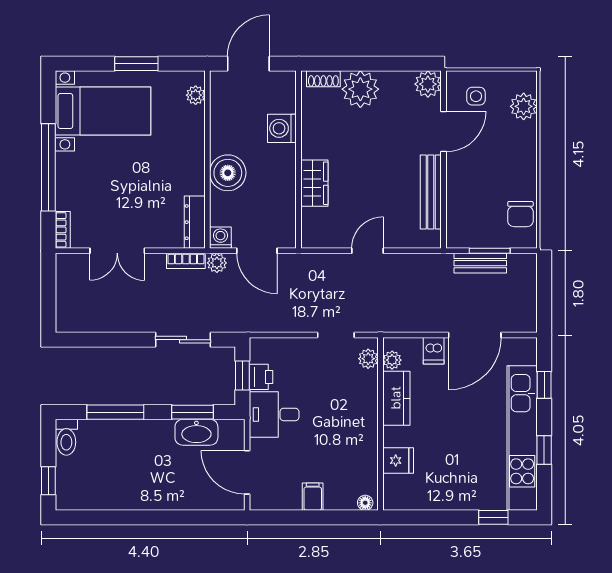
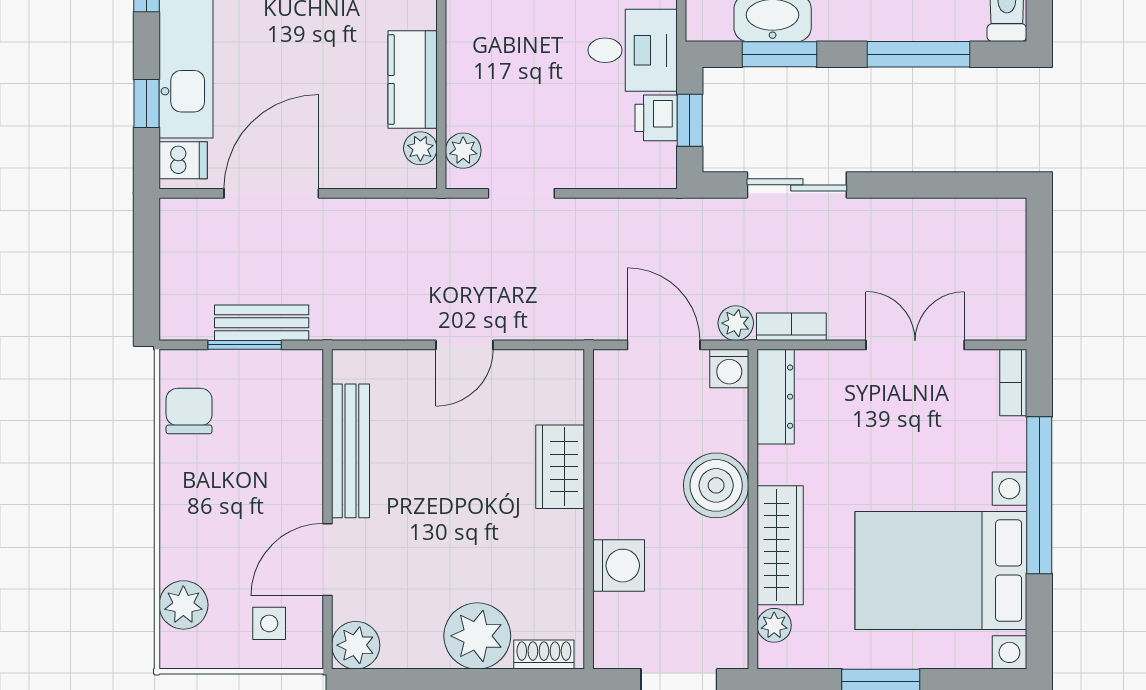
bed with nightstands: (103, 111) -> (941, 571), width x1.36
wardrobe: (192, 140) -> (780, 545), added
dishwasher: (434, 351) -> (183, 160), moved, turned 90

